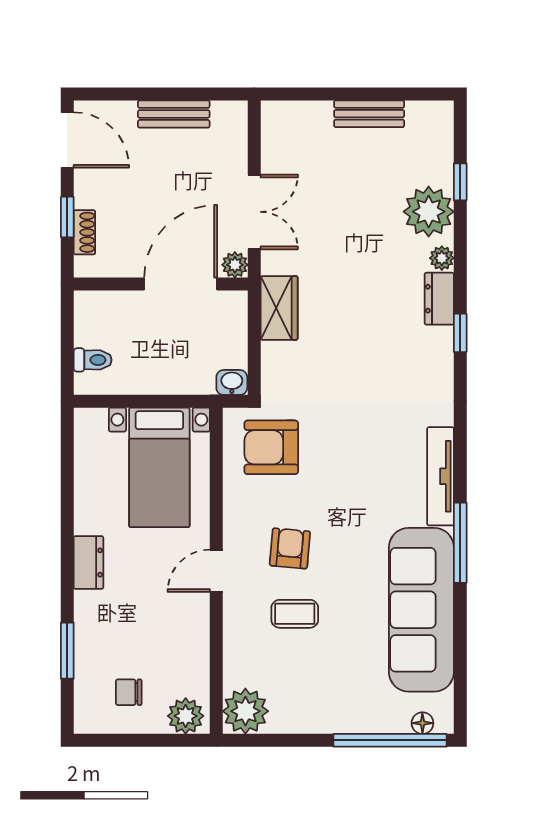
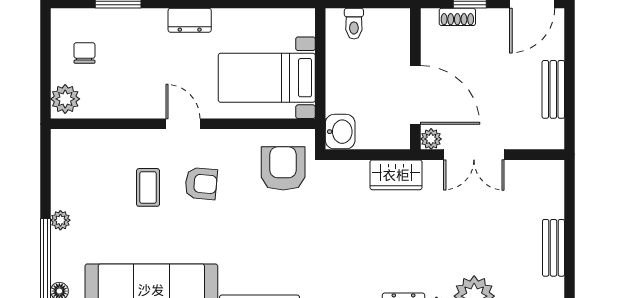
washbasin: (232, 382) -> (340, 132), width x1.38, depth x1.45
plant: (245, 711) -> (60, 220), moved, width x0.53, depth x0.53

